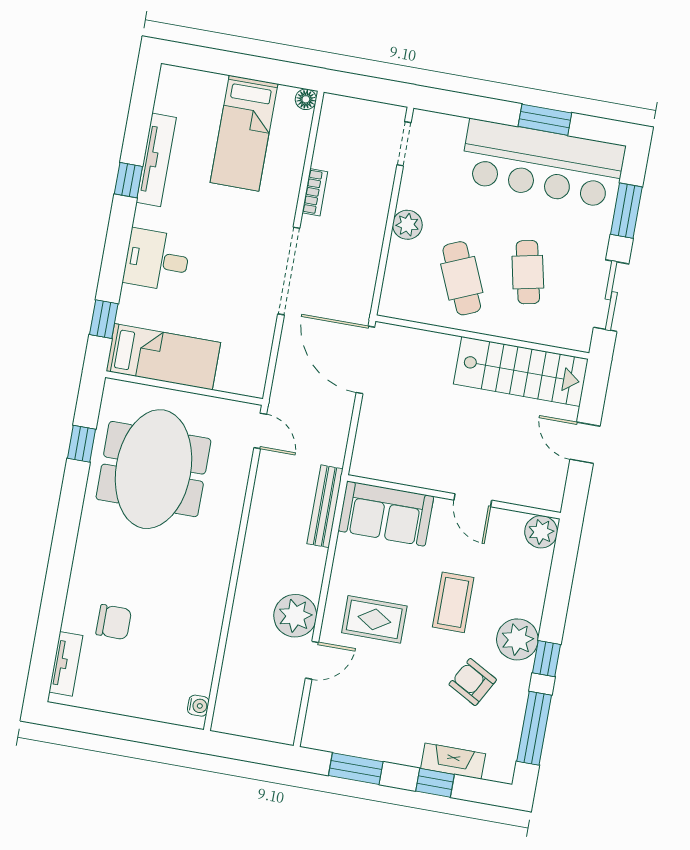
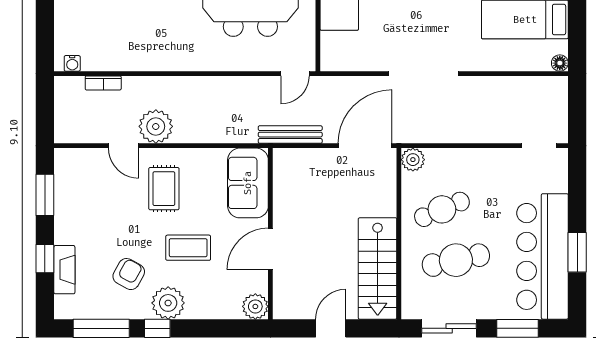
bookcase: (315, 192) -> (103, 83), moved
plant: (407, 225) -> (413, 160), moved
cafe table: (528, 272) -> (456, 260), width x1.37, depth x1.35
door: (473, 500) -> (270, 249), width x1.38
bench: (325, 506) -> (290, 135), moved

